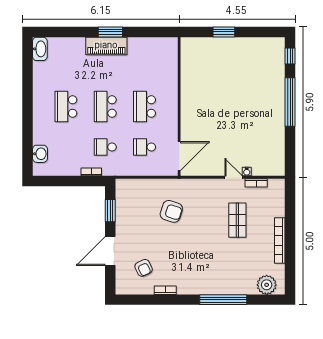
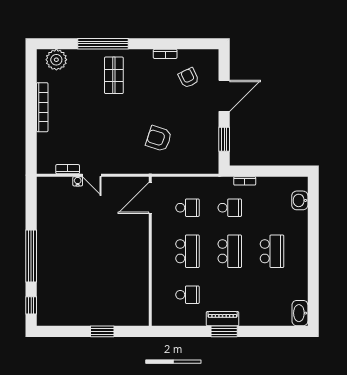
piano: (106, 46) -> (223, 319), width x0.73, depth x0.75
school desk: (145, 66) -> (187, 295), added
shop shelf: (237, 220) -> (114, 75), moved

